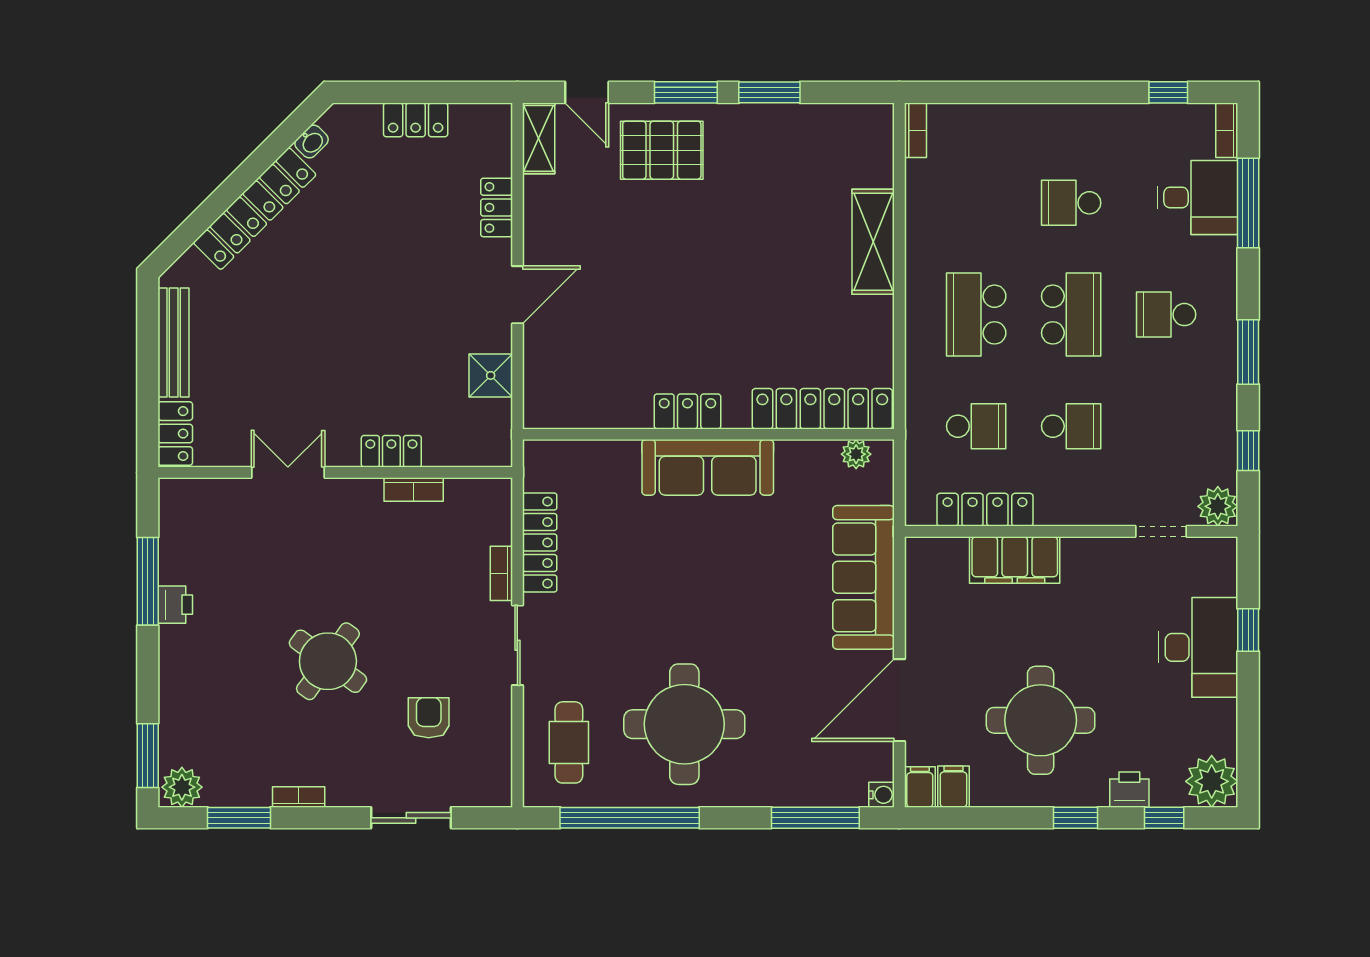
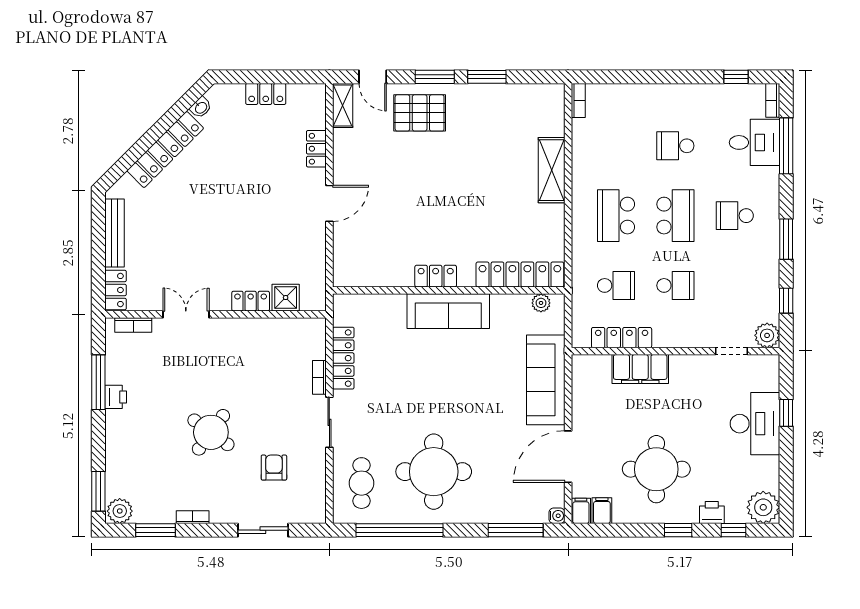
shower: (491, 375) -> (286, 298), moved
bookcase: (414, 489) -> (133, 325), moved

